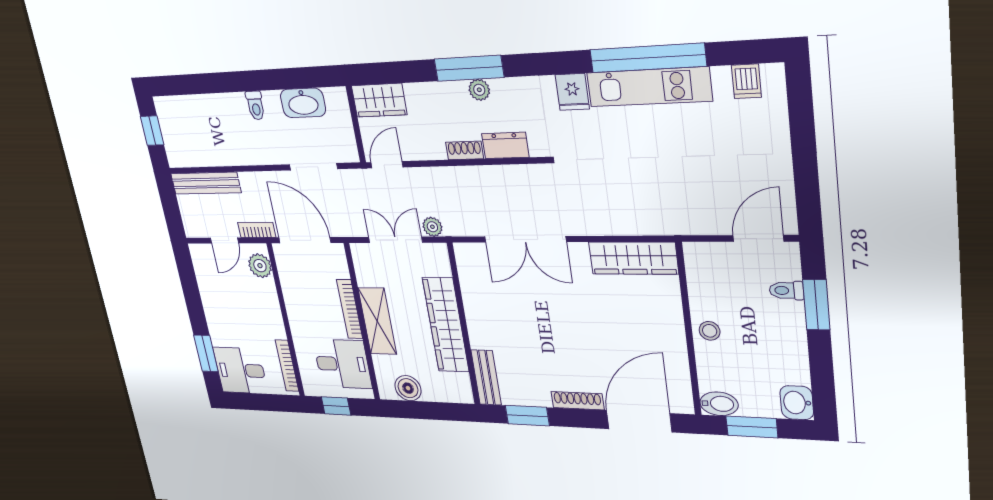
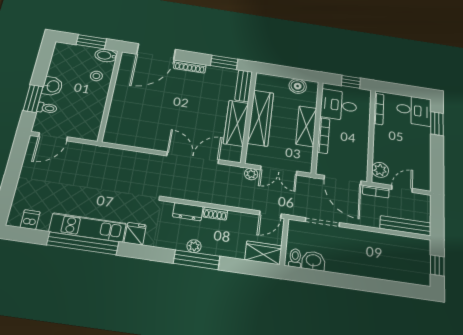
washbasin: (303, 103) -> (313, 261), width x0.72
toilet: (255, 105) -> (295, 258), moved
wardrobe: (633, 258) -> (236, 123), moved, turned -90
stool: (710, 331) -> (96, 76), moved
washbasin: (797, 403) -> (53, 86), moved

